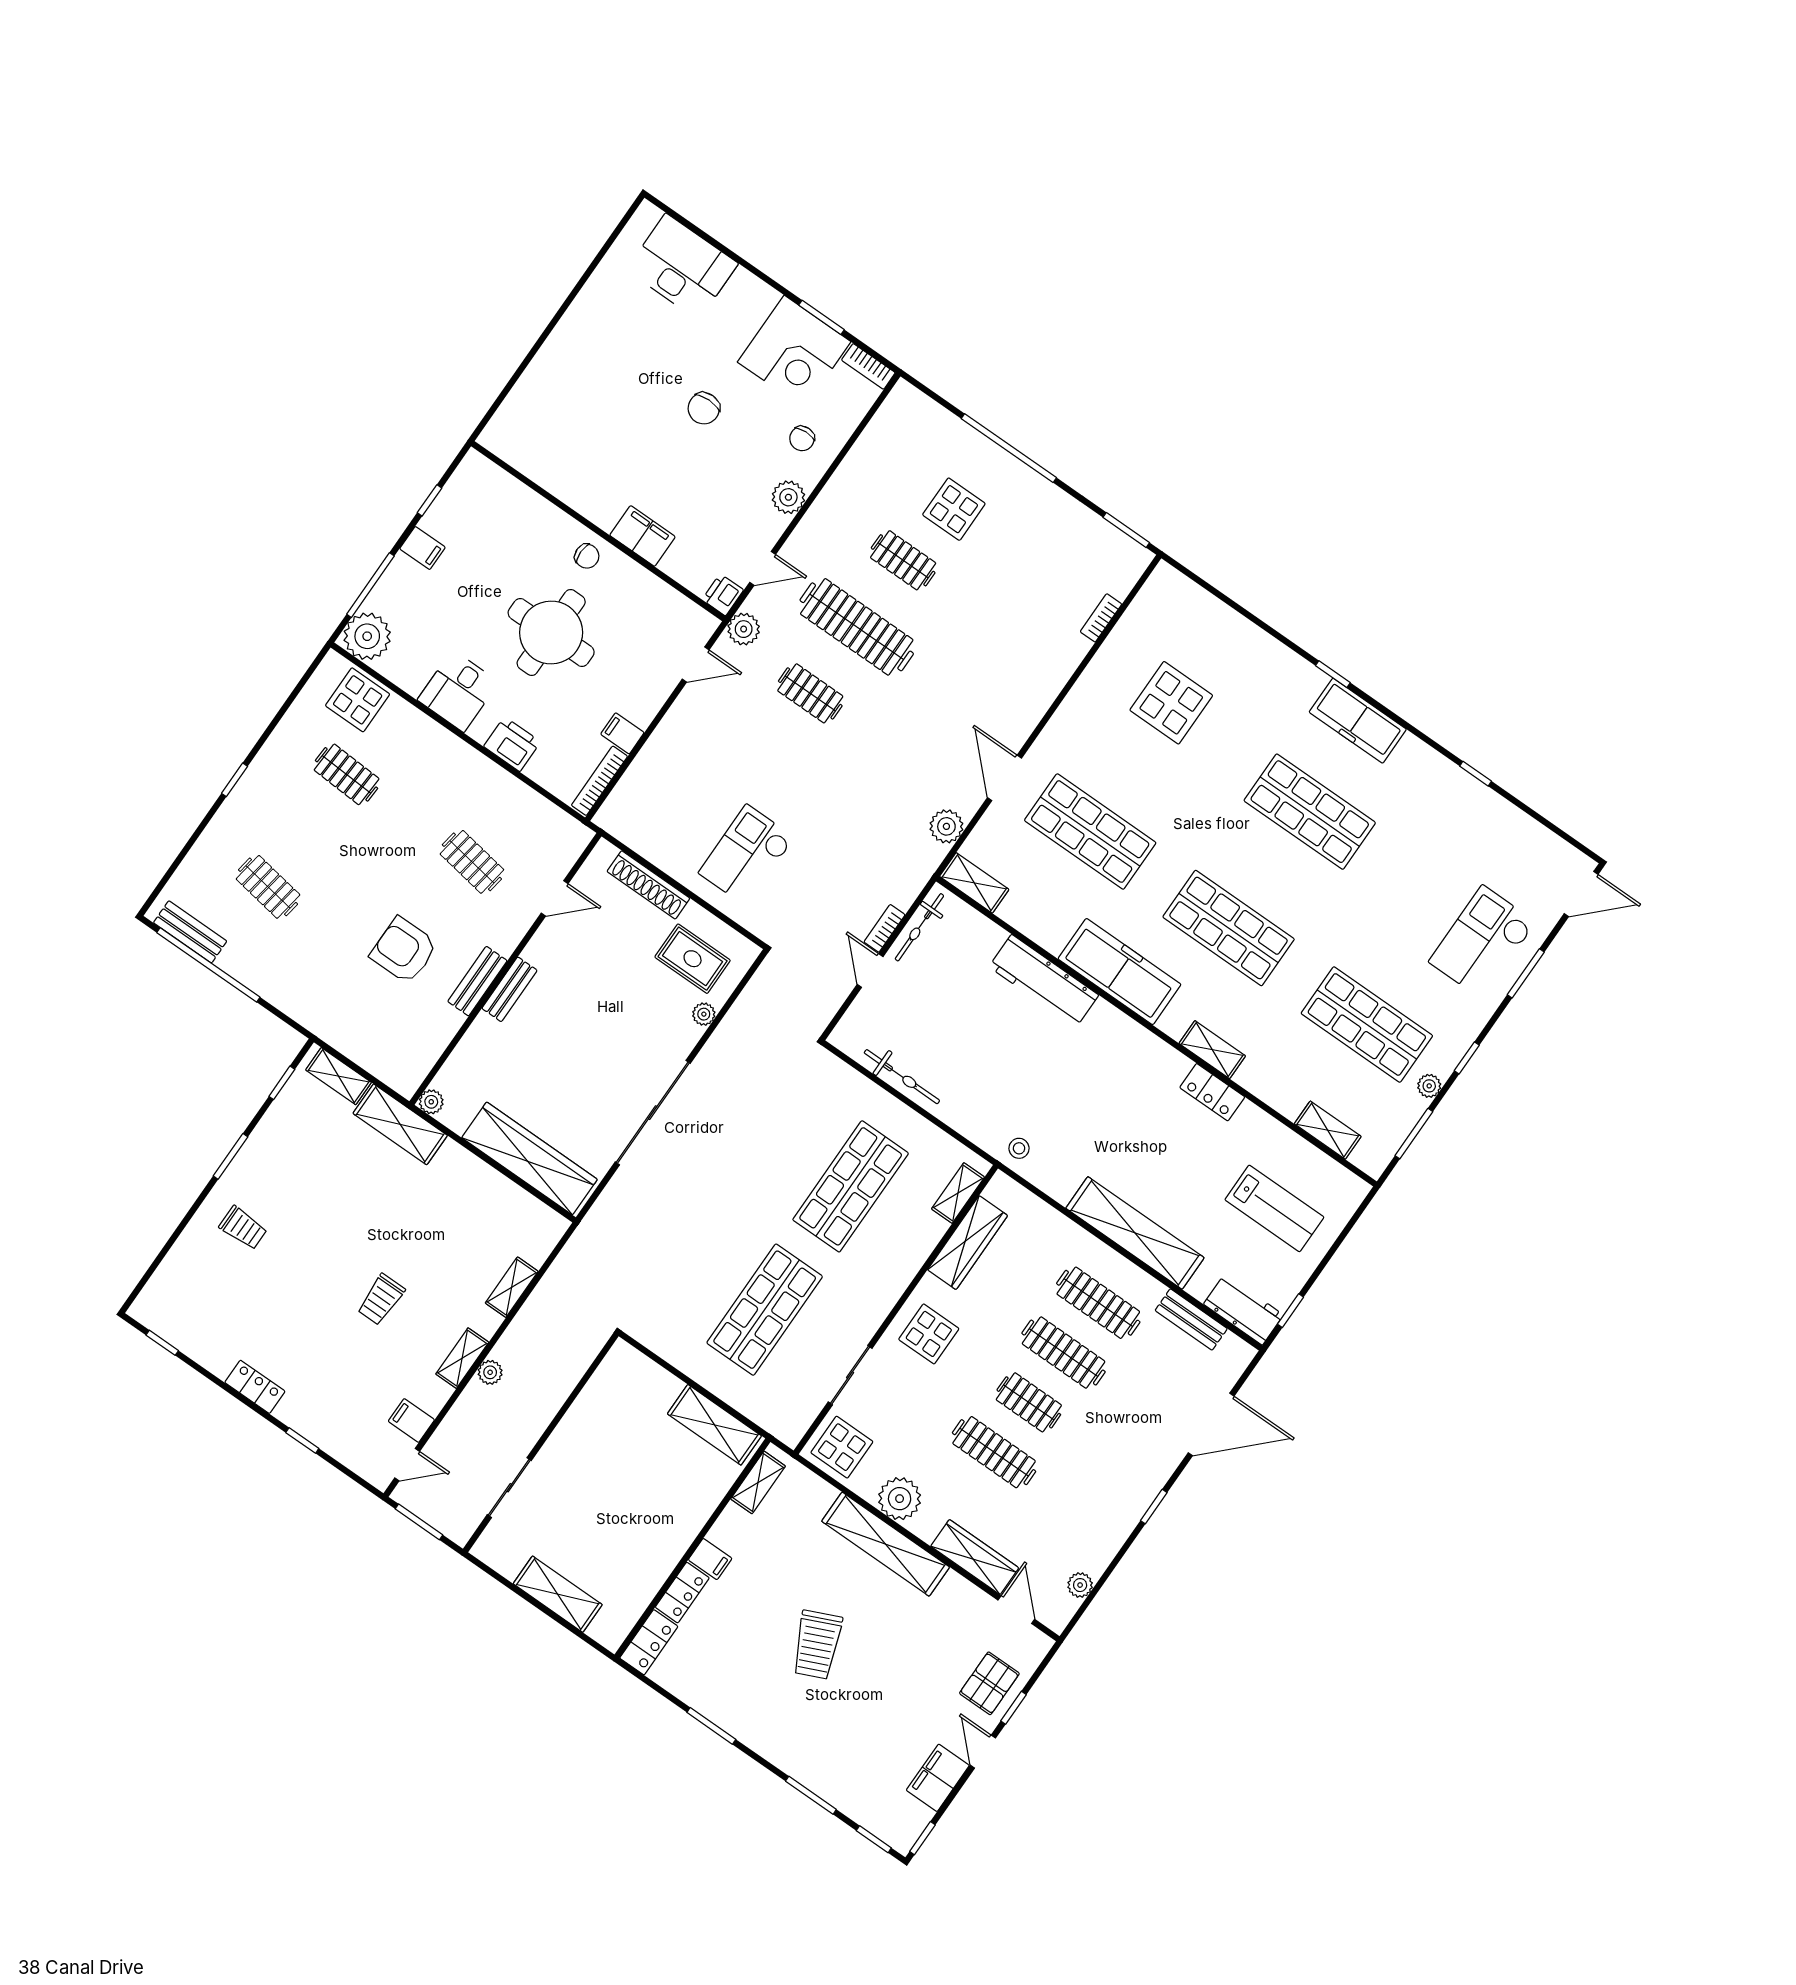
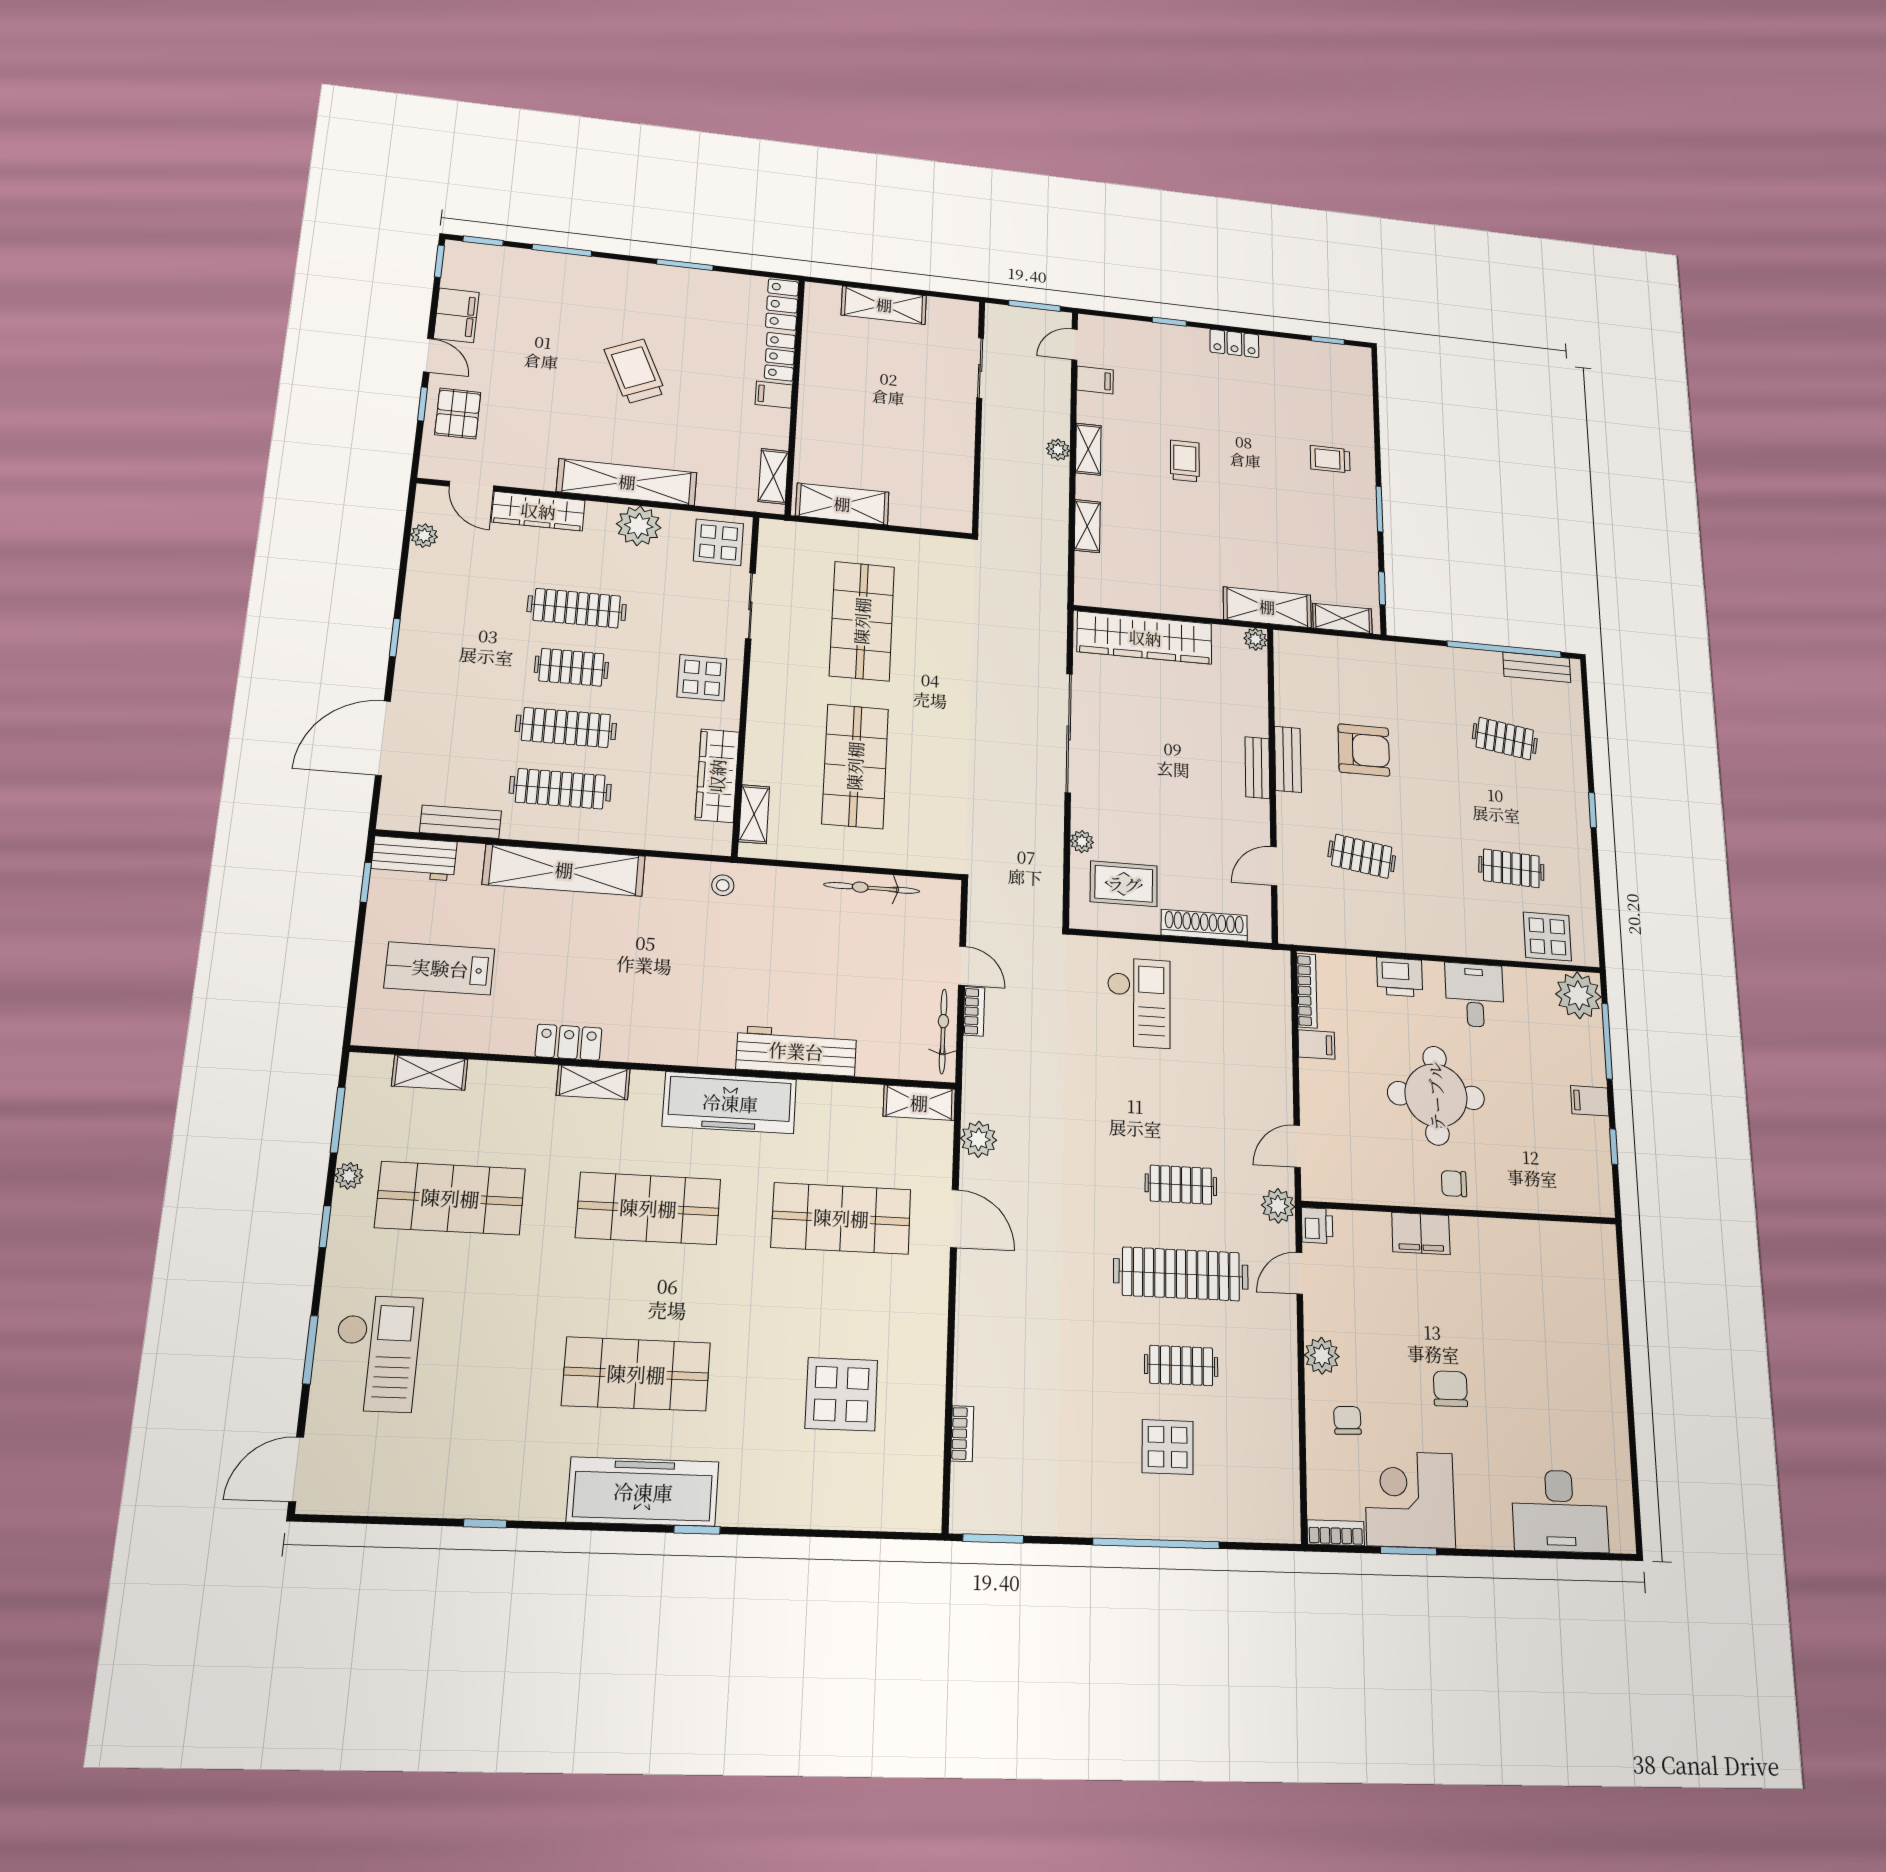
freezer: (1358, 721) -> (643, 1492), width x1.36, depth x1.26

